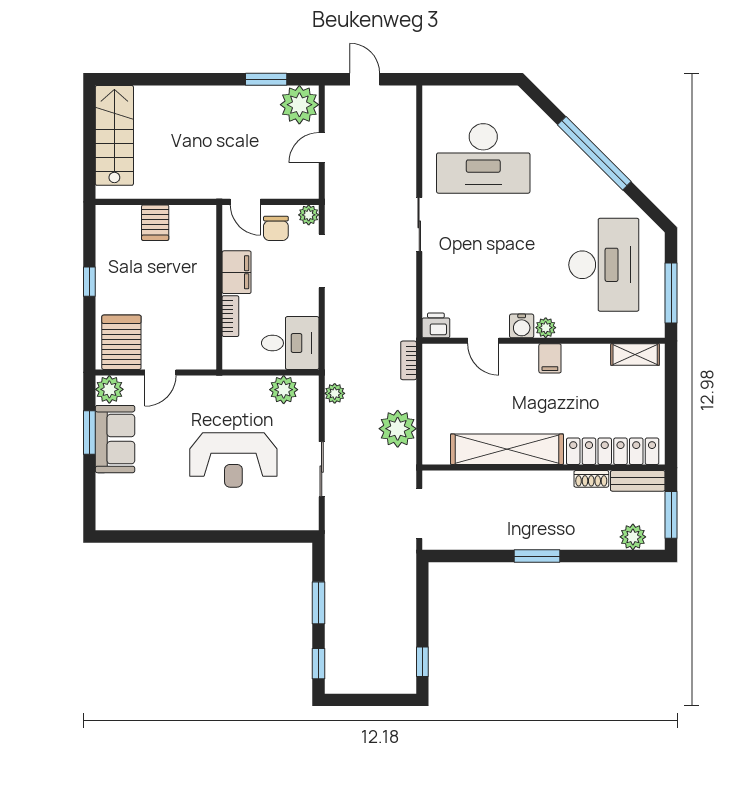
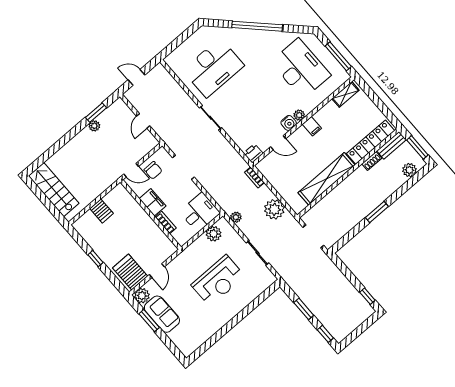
plant: (299, 105) -> (94, 126), moved, width x0.53, depth x0.53
plant: (309, 215) -> (162, 153), removed

